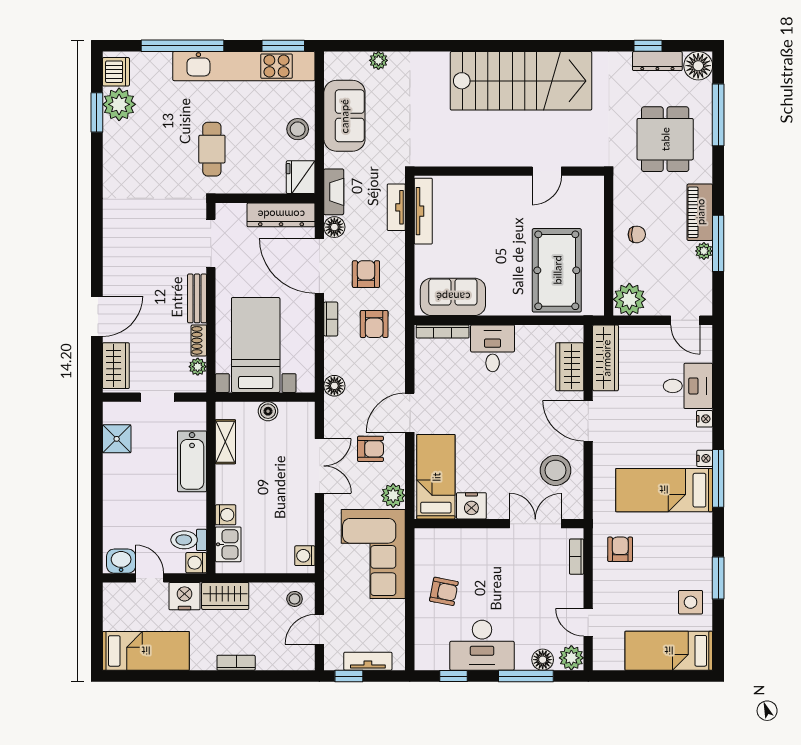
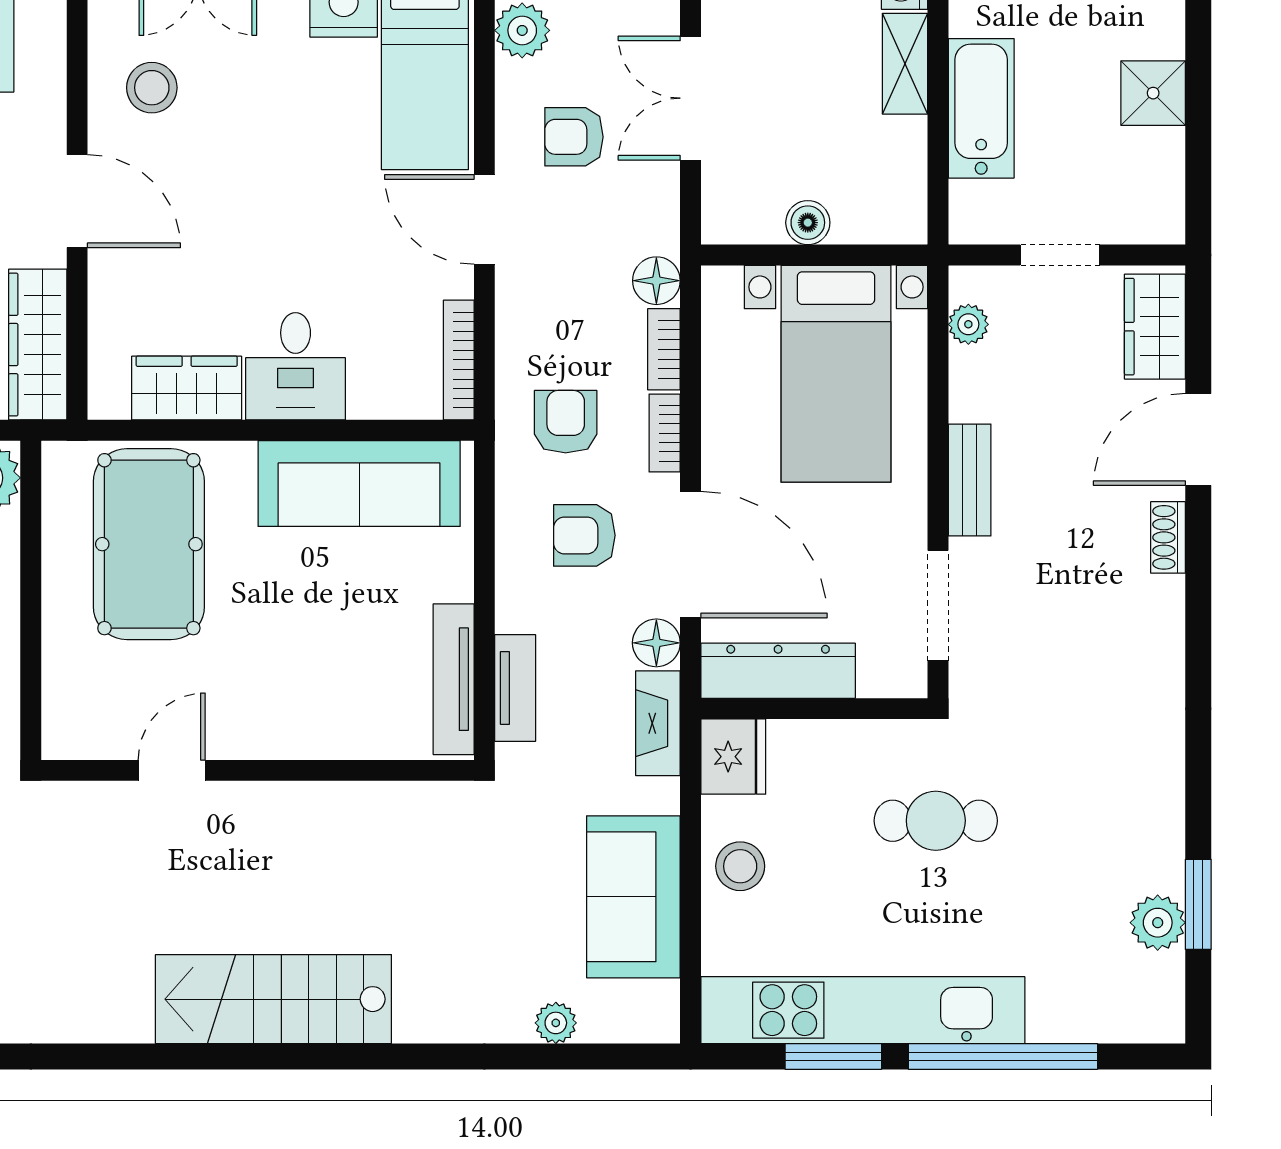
window: (283, 46) -> (833, 1056), moved
dishwasher: (116, 72) -> (1155, 997), removed
stairs: (521, 81) -> (273, 999), width x0.73, depth x0.66
plant: (119, 104) -> (1158, 923), width x0.73, depth x0.73
cafe table: (212, 149) -> (936, 821), turned 90
armchair: (366, 274) -> (584, 535), turned 90
sofa: (453, 297) -> (359, 484), width x1.36
bookcase: (443, 331) -> (459, 360), moved, turned -90
shoe rack: (199, 340) -> (1168, 537), moved, turned 180
bookcase: (331, 356) -> (664, 349), added
wardrobe: (570, 367) -> (187, 388), moved, turned -90
door: (410, 413) -> (484, 219), swing flipped
shower: (117, 439) -> (1153, 93), moved
shelving: (225, 442) -> (905, 64), moved
stool: (556, 470) -> (152, 88), width x0.73, depth x0.73

